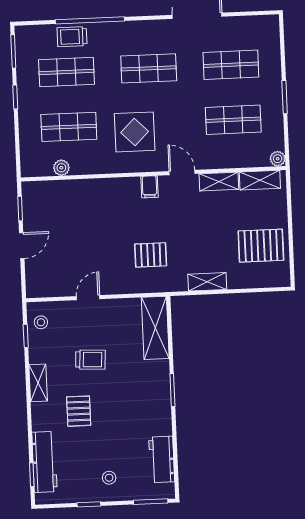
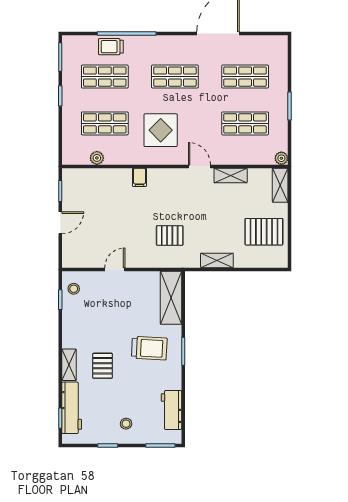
shelving: (260, 180) -> (280, 185), moved, turned 90
filing cabinet: (149, 187) -> (140, 177), moved
trolley: (90, 360) -> (149, 348), moved, width x1.36, depth x1.39
shelving: (38, 383) -> (69, 365), moved

